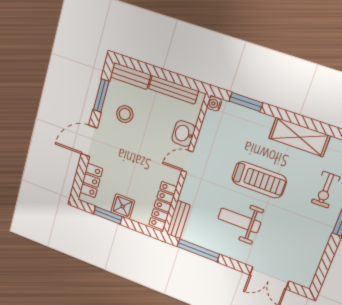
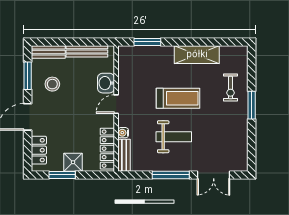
water cooler: (214, 104) -> (123, 133), moved
weight bench: (239, 220) -> (174, 137), turned 180
window: (198, 250) -> (171, 175), moved

